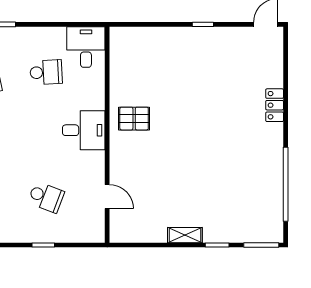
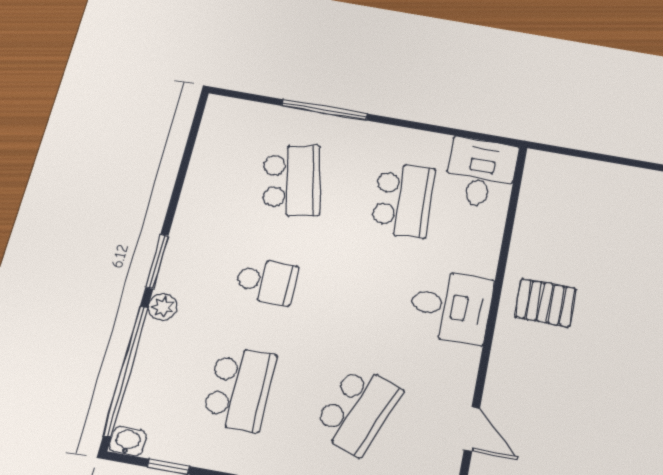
school desk: (46, 72) -> (403, 200), width x1.85
school desk: (46, 197) -> (358, 410), width x1.85

